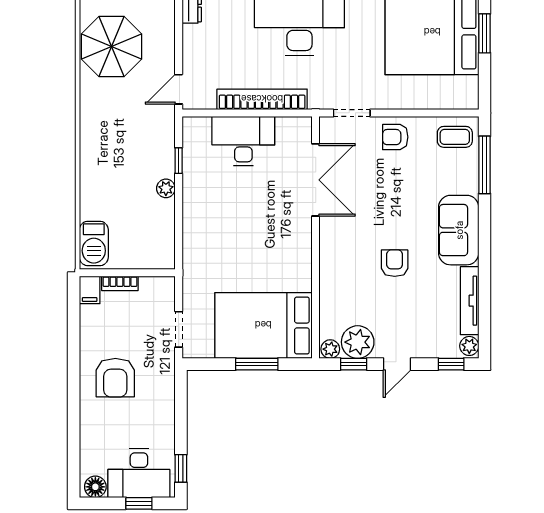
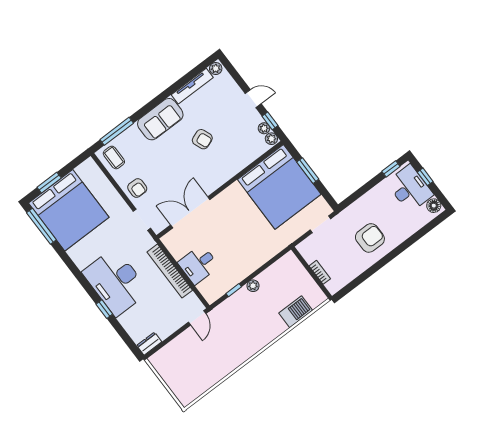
parasol: (112, 46) -> (201, 369), removed
door: (179, 89) -> (197, 318), hinge flipped
desk: (243, 141) -> (198, 264), width x0.73
barbecue: (94, 243) -> (296, 312), moved
armchair: (395, 263) -> (202, 139), turned -111
filing cabinet: (90, 290) -> (335, 285), removed
bed: (263, 325) -> (279, 187), width x1.36
plant: (358, 342) -> (264, 128), width x0.53, depth x0.53
window: (451, 364) -> (232, 71), removed

